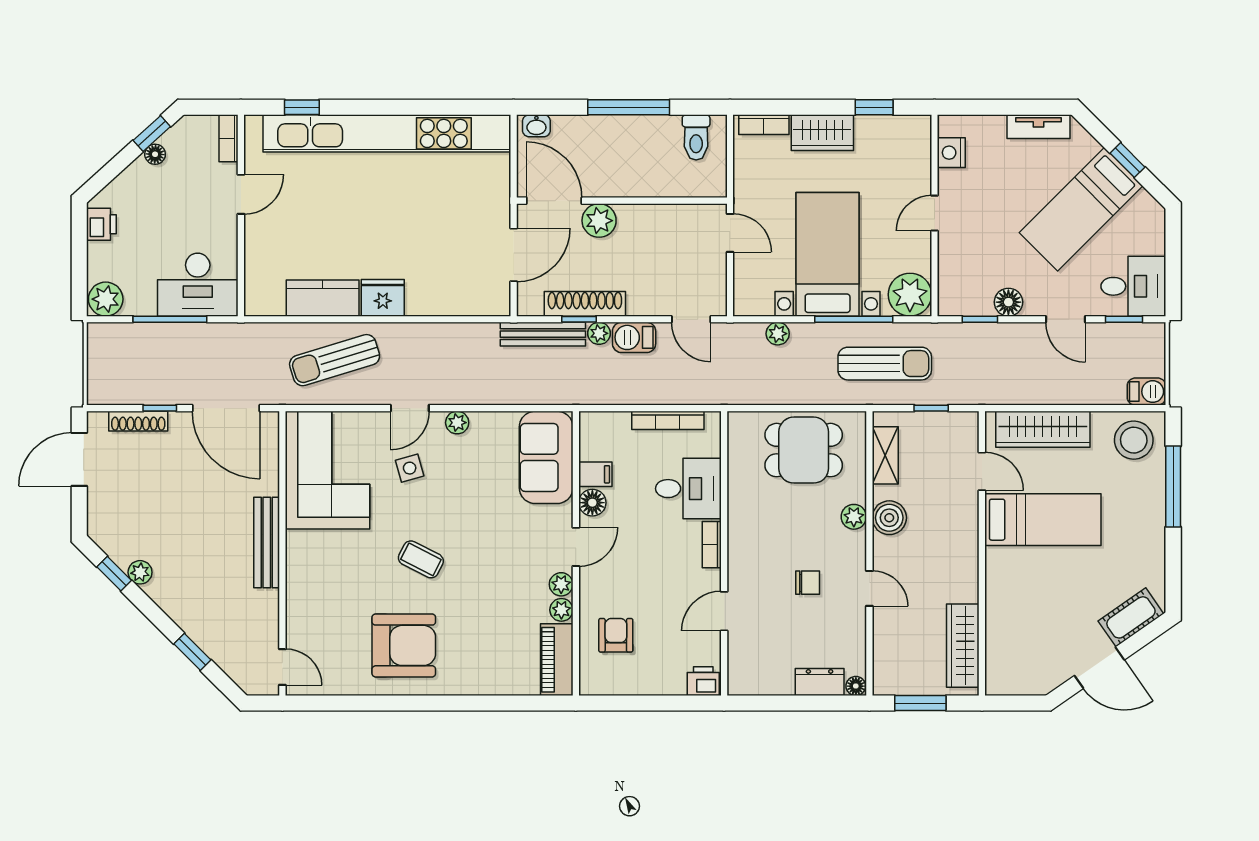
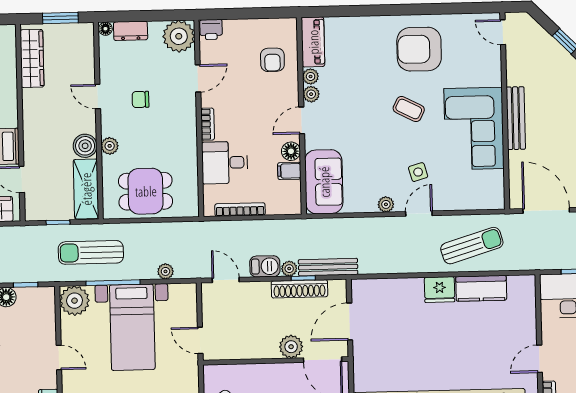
door: (935, 213) -> (59, 357), hinge flipped
shelving: (885, 455) -> (86, 189), width x1.50, depth x1.33
corner sofa: (327, 470) -> (474, 129), moved
plant: (750, 672) -> (179, 36), added

